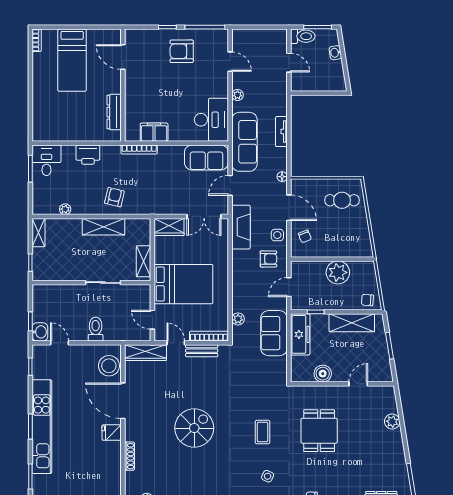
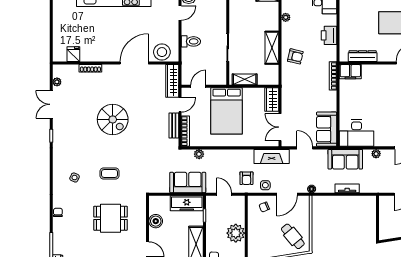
filing cabinet: (154, 132) -> (350, 72), moved, turned 90
sofa: (244, 142) -> (345, 159), width x0.73
cafe table: (342, 200) -> (293, 236), turned -40
fridge: (112, 433) -> (73, 54), moved

